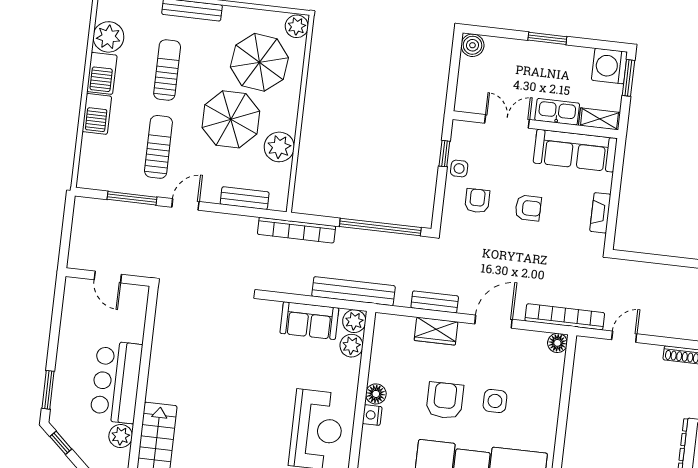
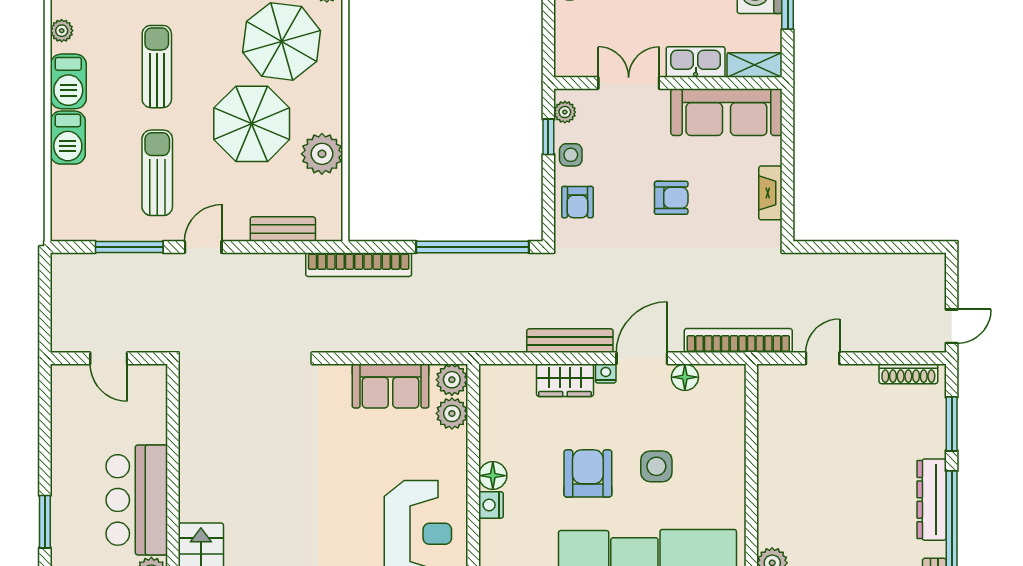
plant: (108, 37) -> (62, 31), width x0.53, depth x0.53
plant: (458, 137) -> (565, 112), added
armchair: (477, 201) -> (577, 202), moved, turned 180
bench: (354, 291) -> (446, 339), removed
bench: (435, 302) -> (570, 341), width x1.36
nightstand: (466, 330) -> (606, 374), added
floor lamp: (557, 343) -> (685, 377), moved

